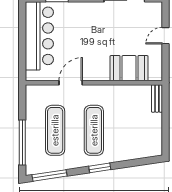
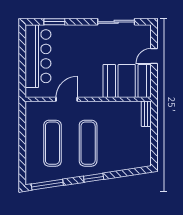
booth: (129, 68) -> (127, 81), width x1.36, depth x1.42
window: (22, 142) -> (22, 154), removed

